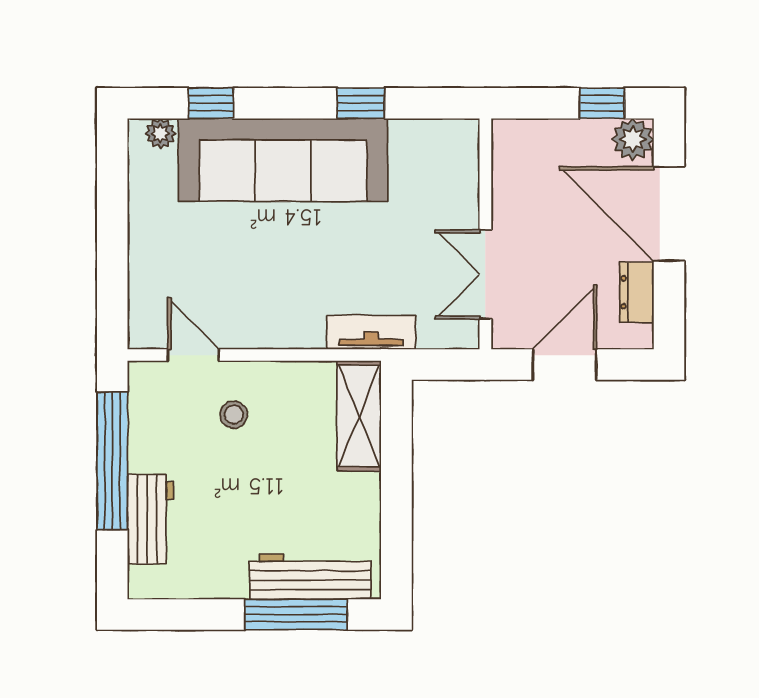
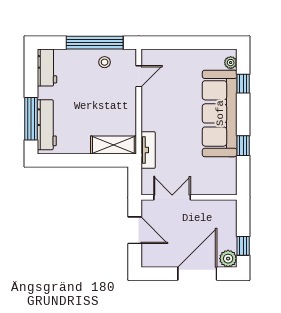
dresser: (637, 292) -> (165, 260), removed
stool: (234, 415) -> (105, 62), moved
workbench: (151, 519) -> (47, 67), moved, turned -90

